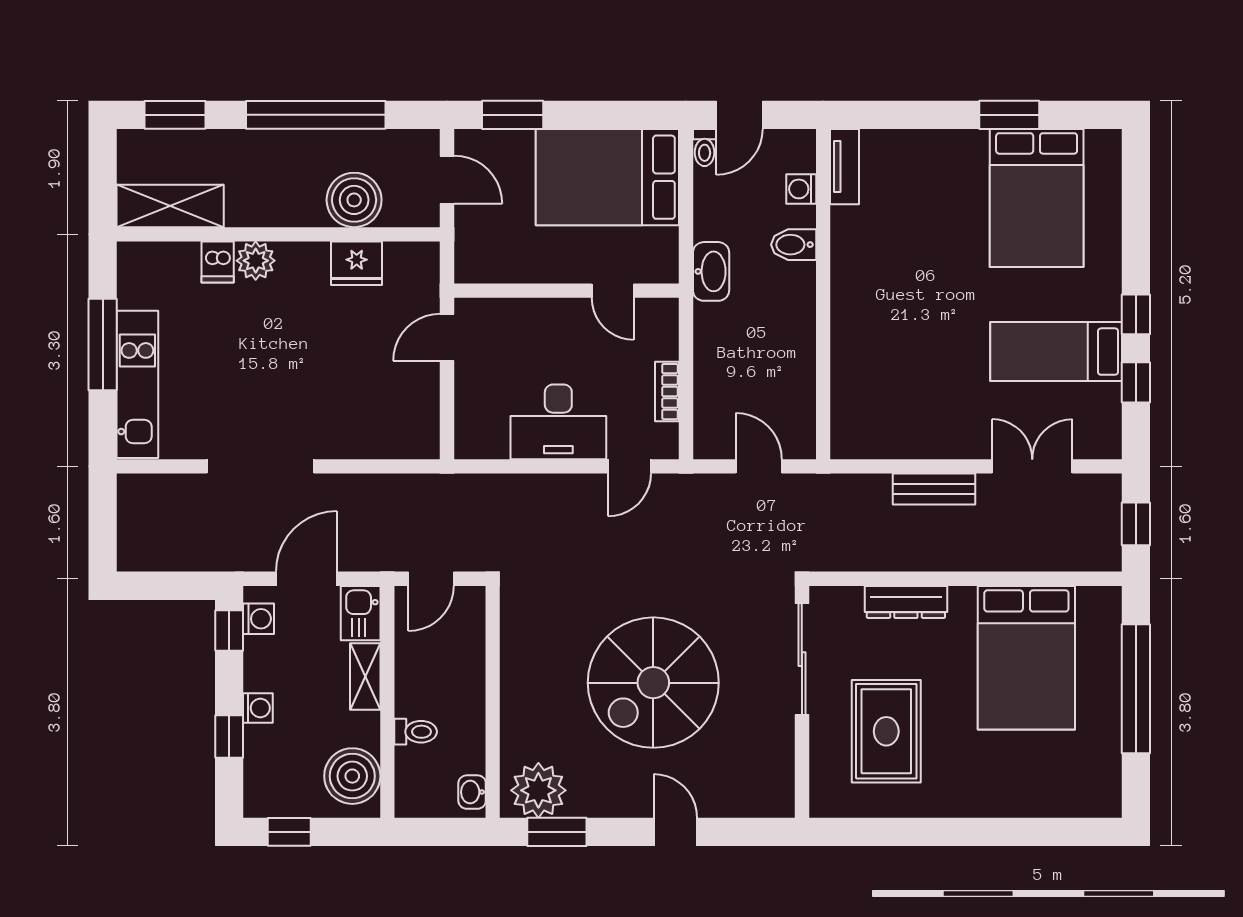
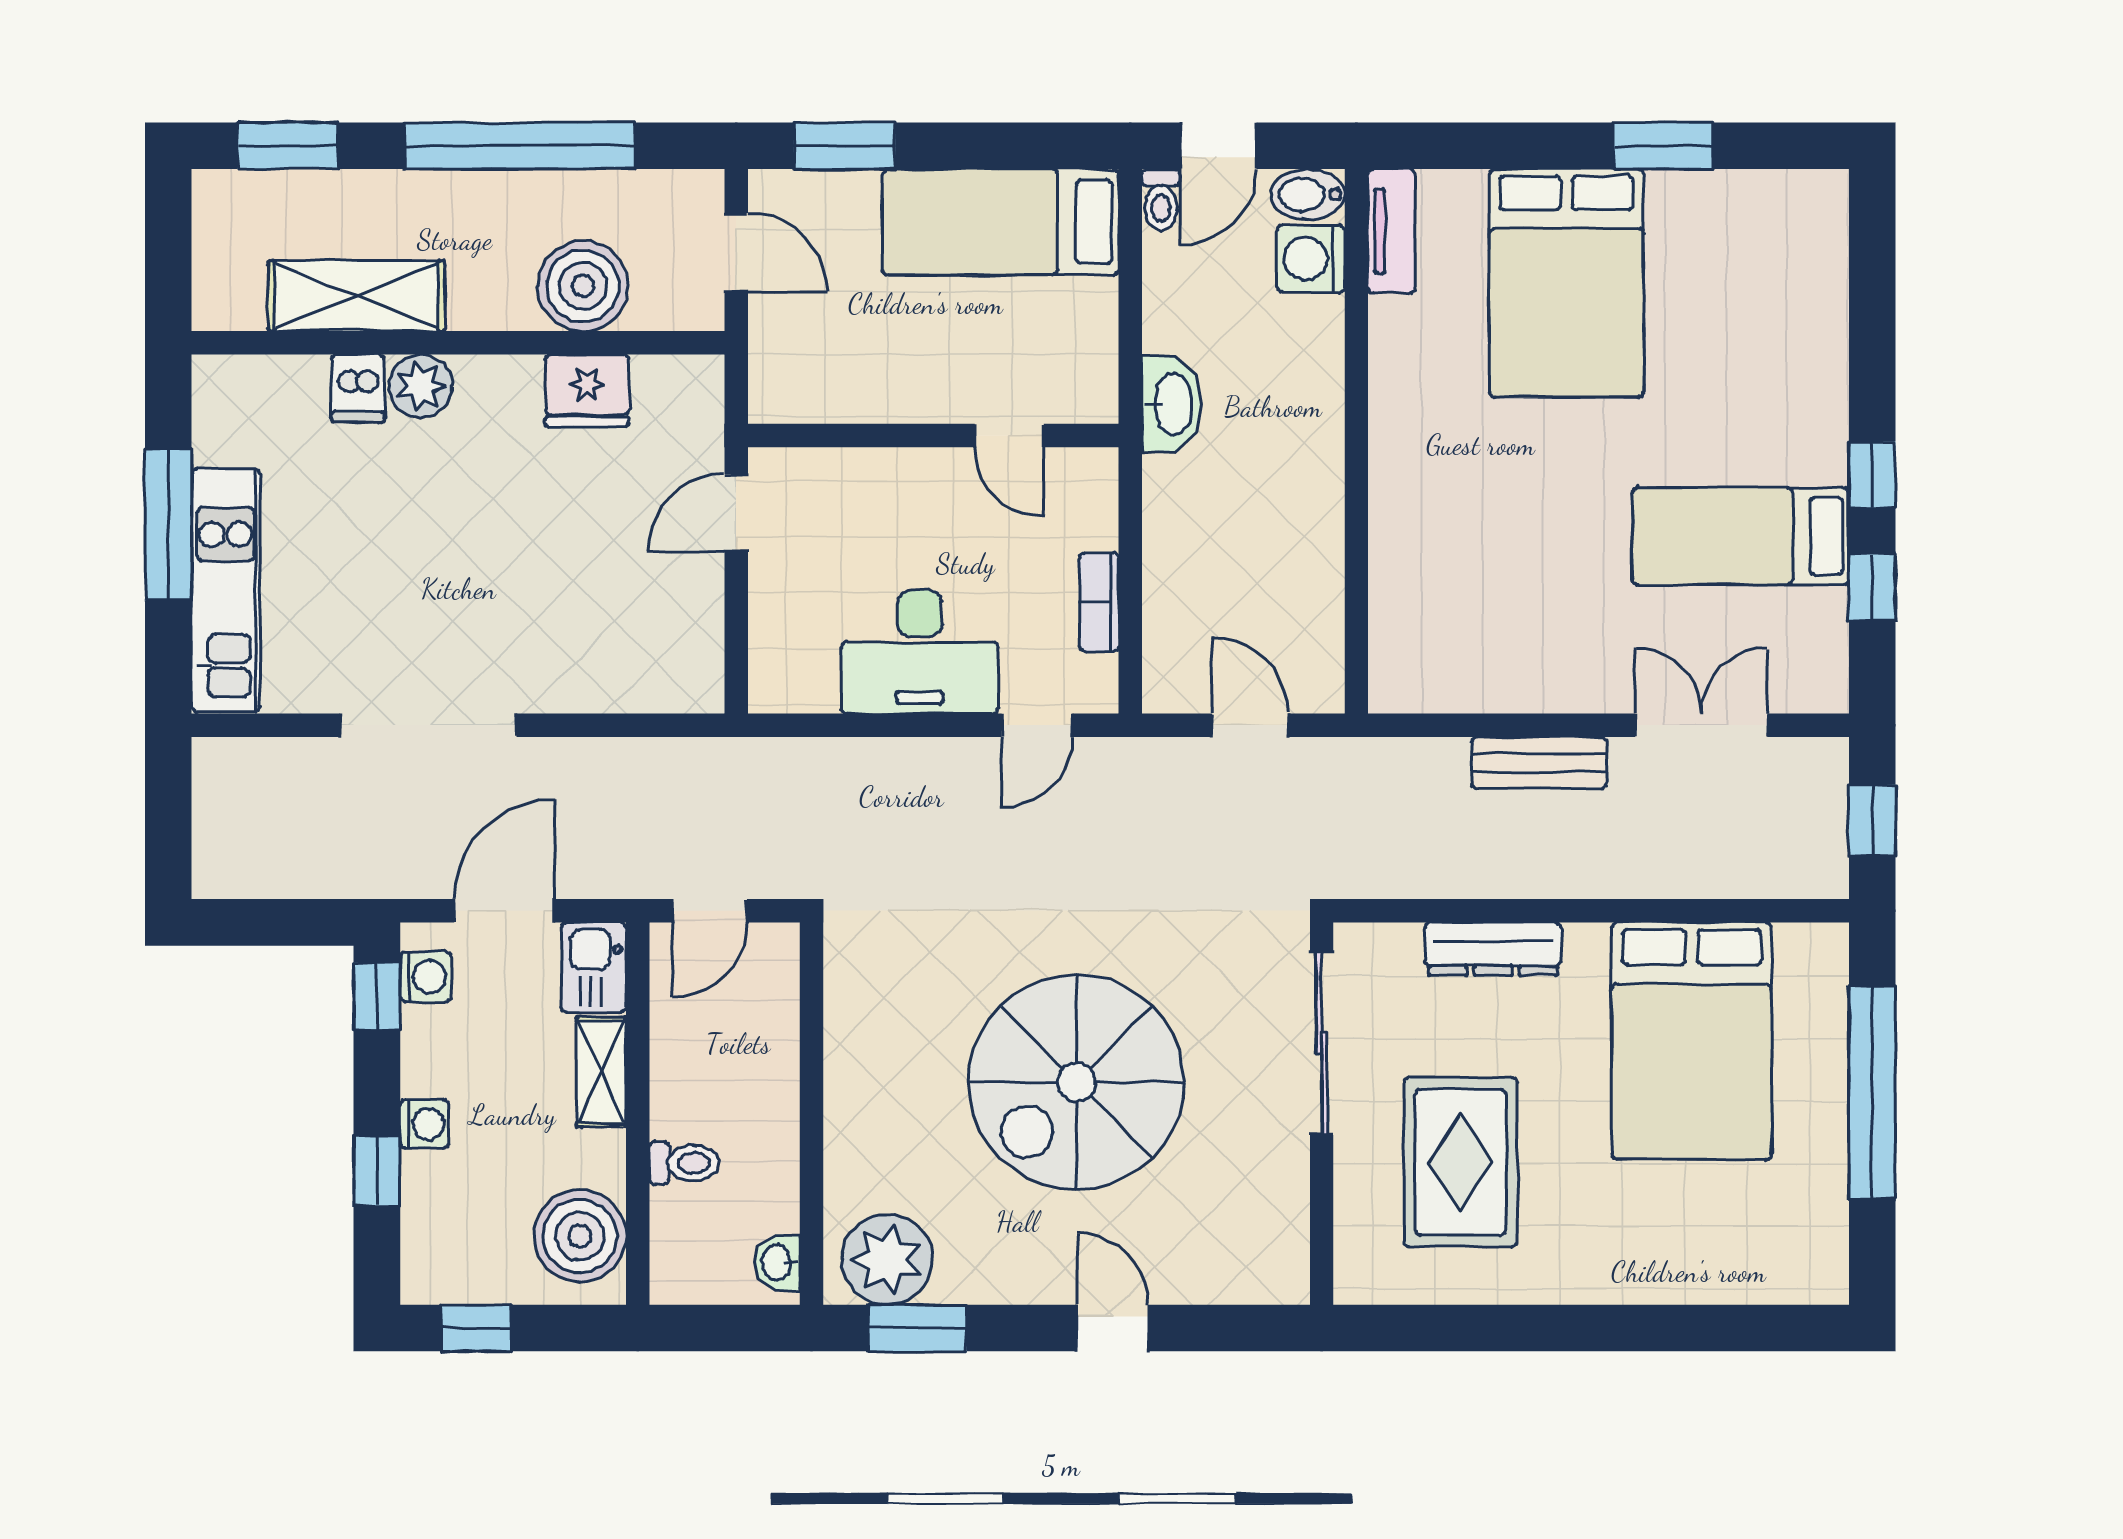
bed: (607, 177) -> (1001, 222), width x0.67
washing machine: (801, 189) -> (1311, 259), width x1.38, depth x1.38
bed: (1037, 198) -> (1567, 283), moved
shelving: (170, 206) -> (356, 296), moved
bidet: (794, 245) -> (1308, 195), moved

